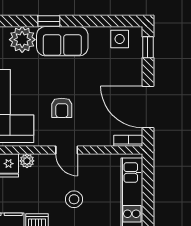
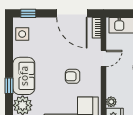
door: (148, 107) -> (72, 13), hinge flipped
armchair: (62, 108) -> (73, 76), turned 180
door: (67, 150) -> (103, 59), moved

